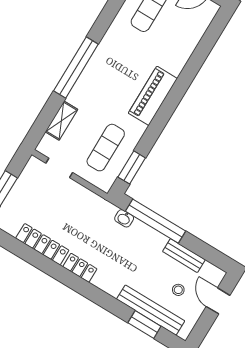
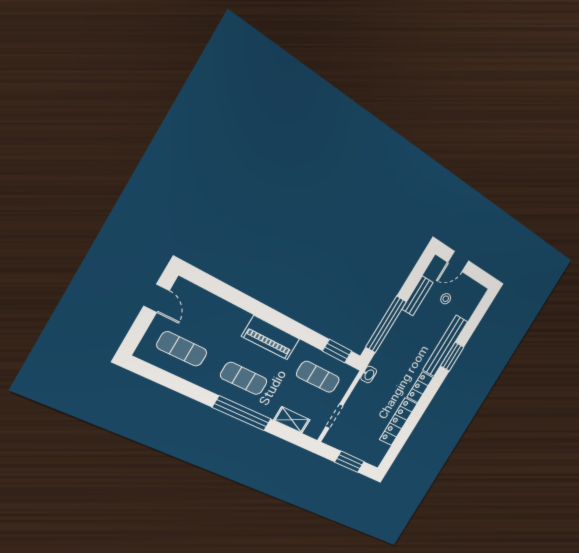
exercise mat: (113, 69) -> (244, 378), added
washbasin: (124, 218) -> (369, 374), moved
bench: (151, 310) -> (445, 346), moved
window: (144, 325) -> (452, 357), moved

